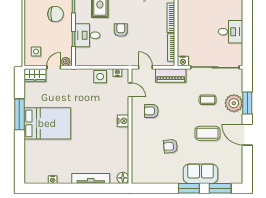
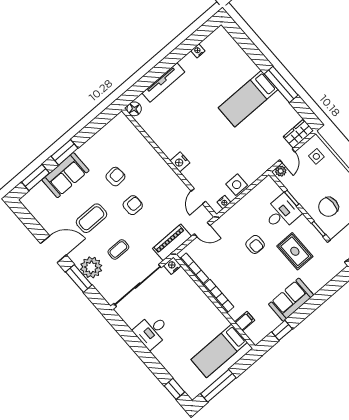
door: (130, 90) -> (198, 196), hinge flipped
armchair: (151, 111) -> (133, 205), moved
bed: (47, 123) -> (248, 99), width x0.67

